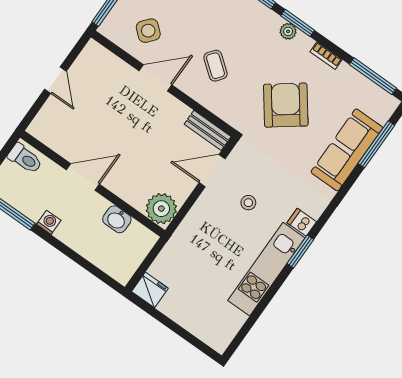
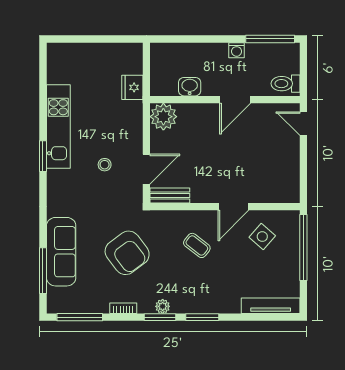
door: (55, 80) -> (303, 124), moved
dishwasher: (302, 222) -> (57, 178), removed
fridge: (150, 290) -> (132, 87), moved, turned 90

